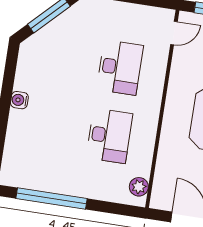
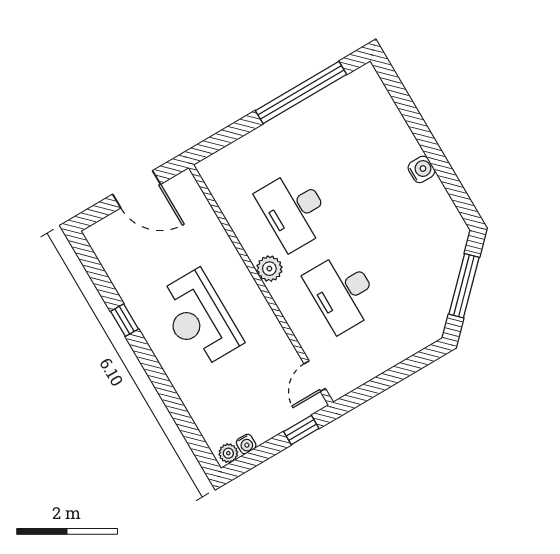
plant: (139, 187) -> (269, 269), moved

